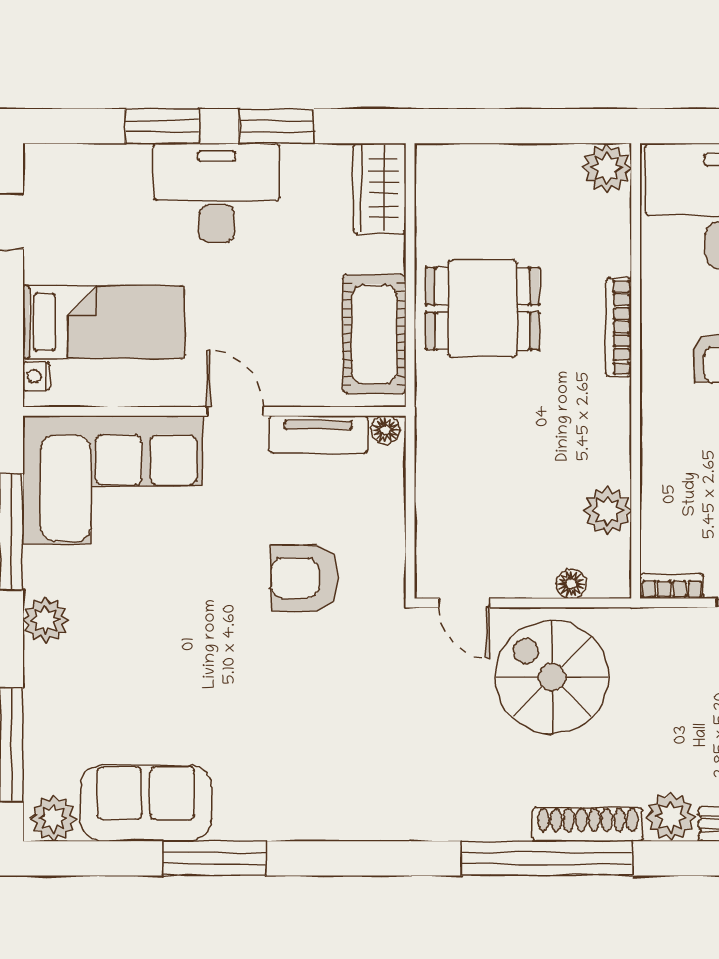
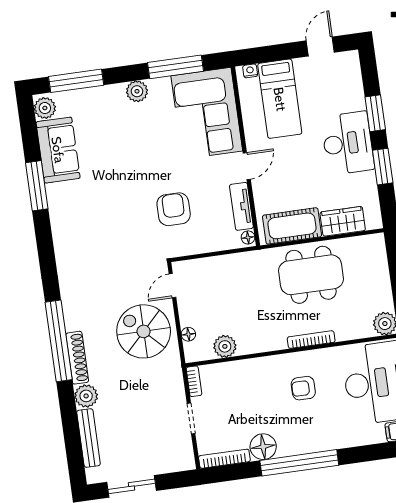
wardrobe: (380, 188) -> (343, 221), moved
dining table: (483, 309) -> (311, 275), width x1.38
spiral stairs: (552, 677) -> (144, 331), turned -90

